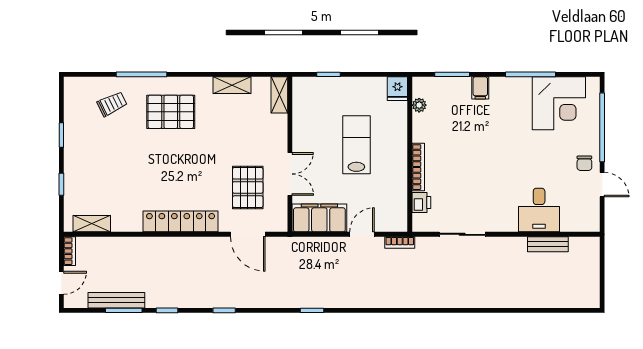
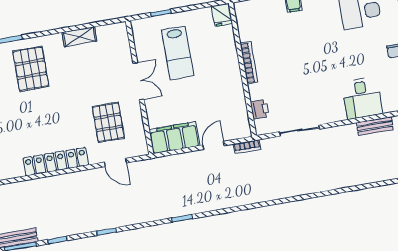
shelving: (279, 95) -> (122, 38), removed
plant: (419, 105) -> (243, 26), removed
pallet: (171, 112) -> (31, 69), turned 90
lab bench: (356, 145) -> (178, 53), moved, turned 180
bookcase: (418, 167) -> (249, 63), moved
double door: (290, 174) -> (138, 81), moved
door: (248, 234) -> (115, 163), width x0.73

